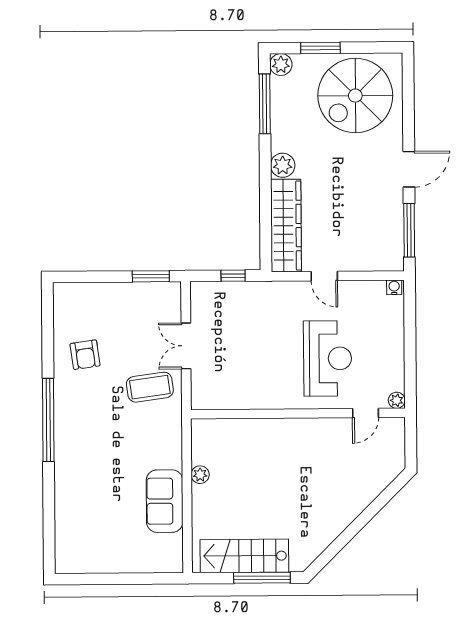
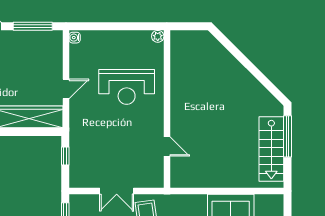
reception desk: (328, 358) -> (127, 87), turned 180
door: (366, 413) -> (167, 146), moved
plant: (200, 475) -> (211, 181), removed

